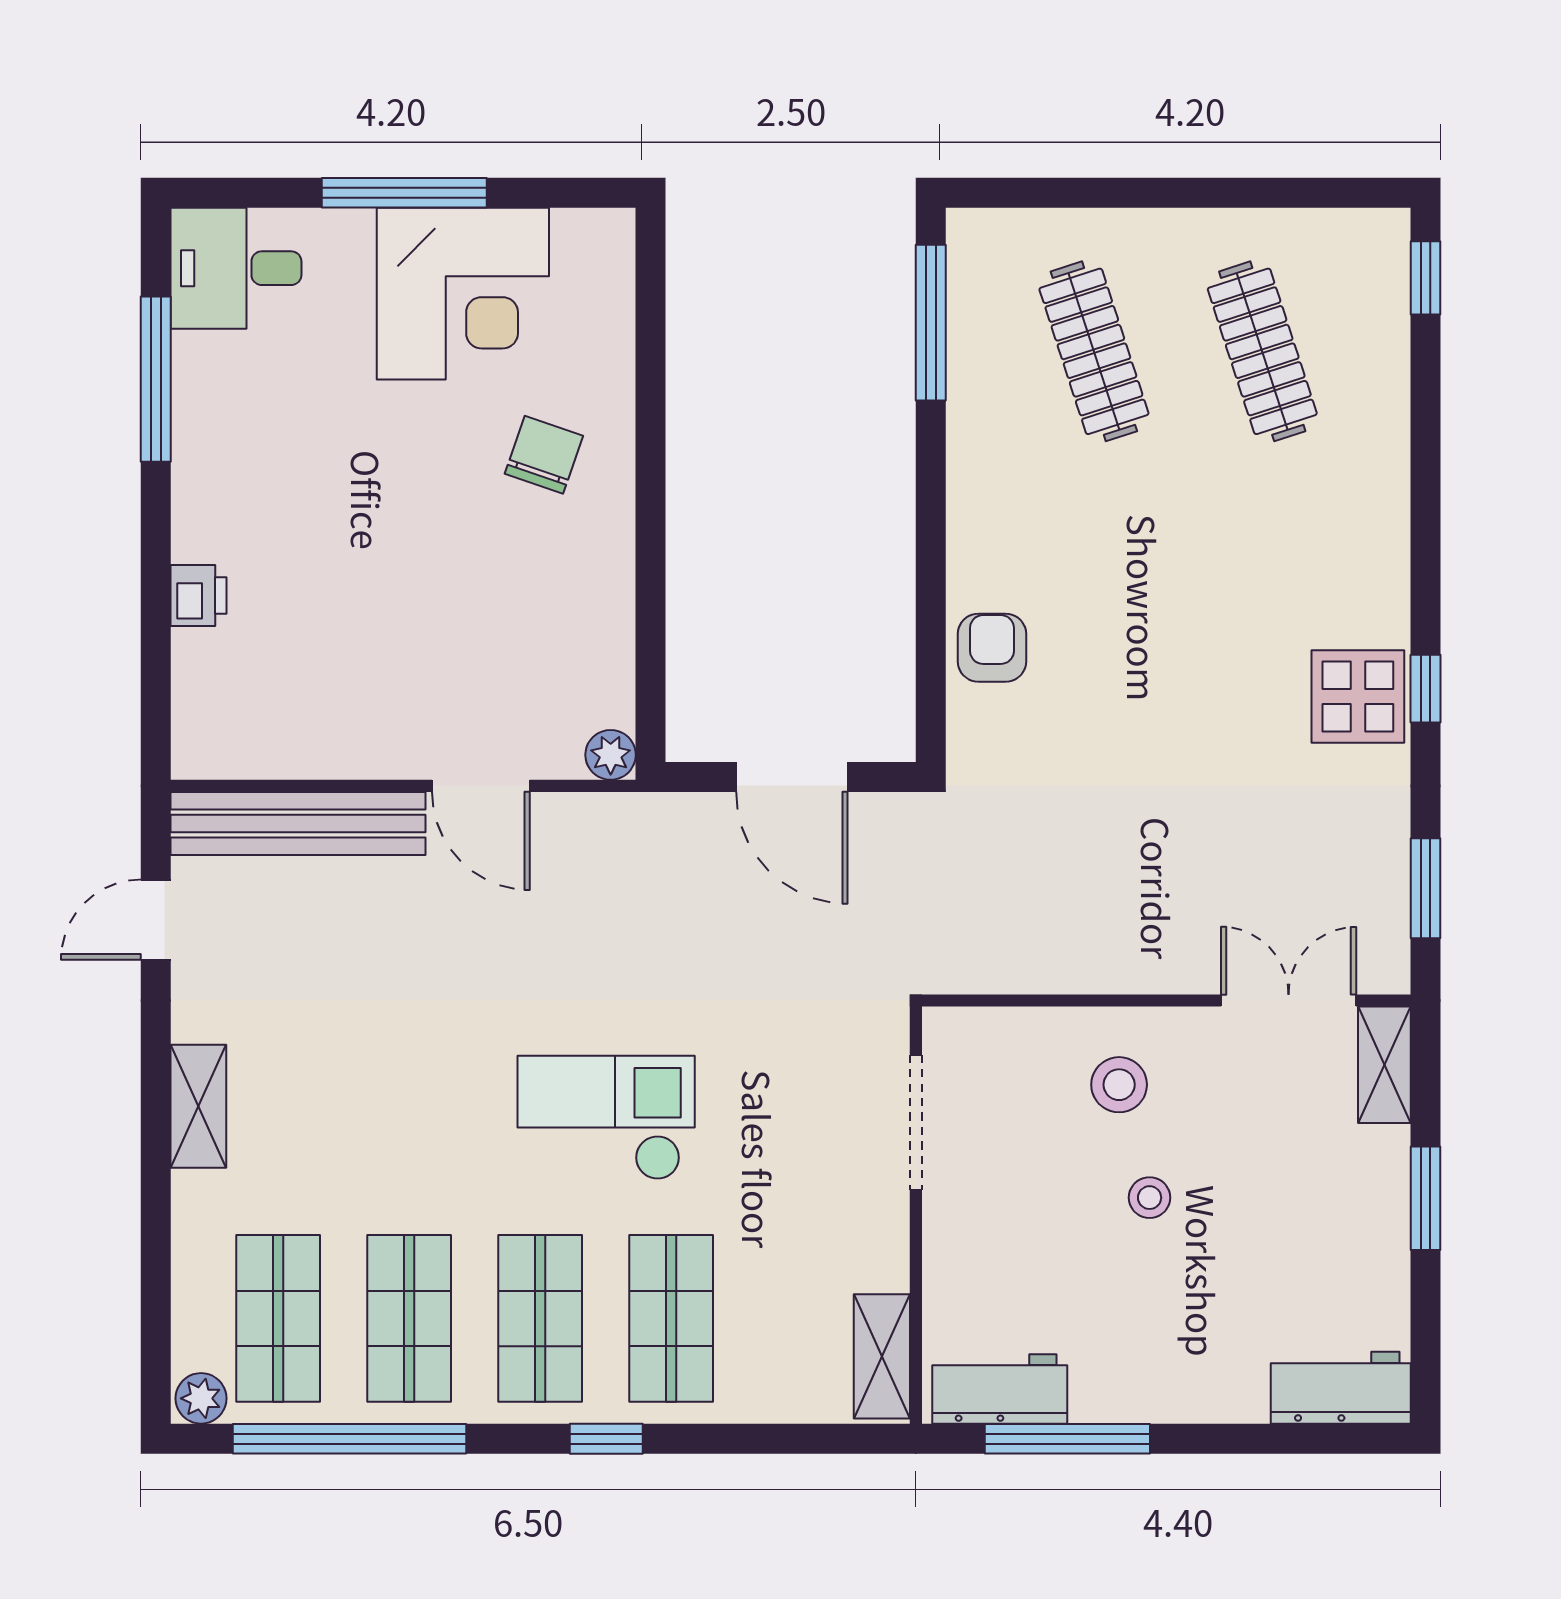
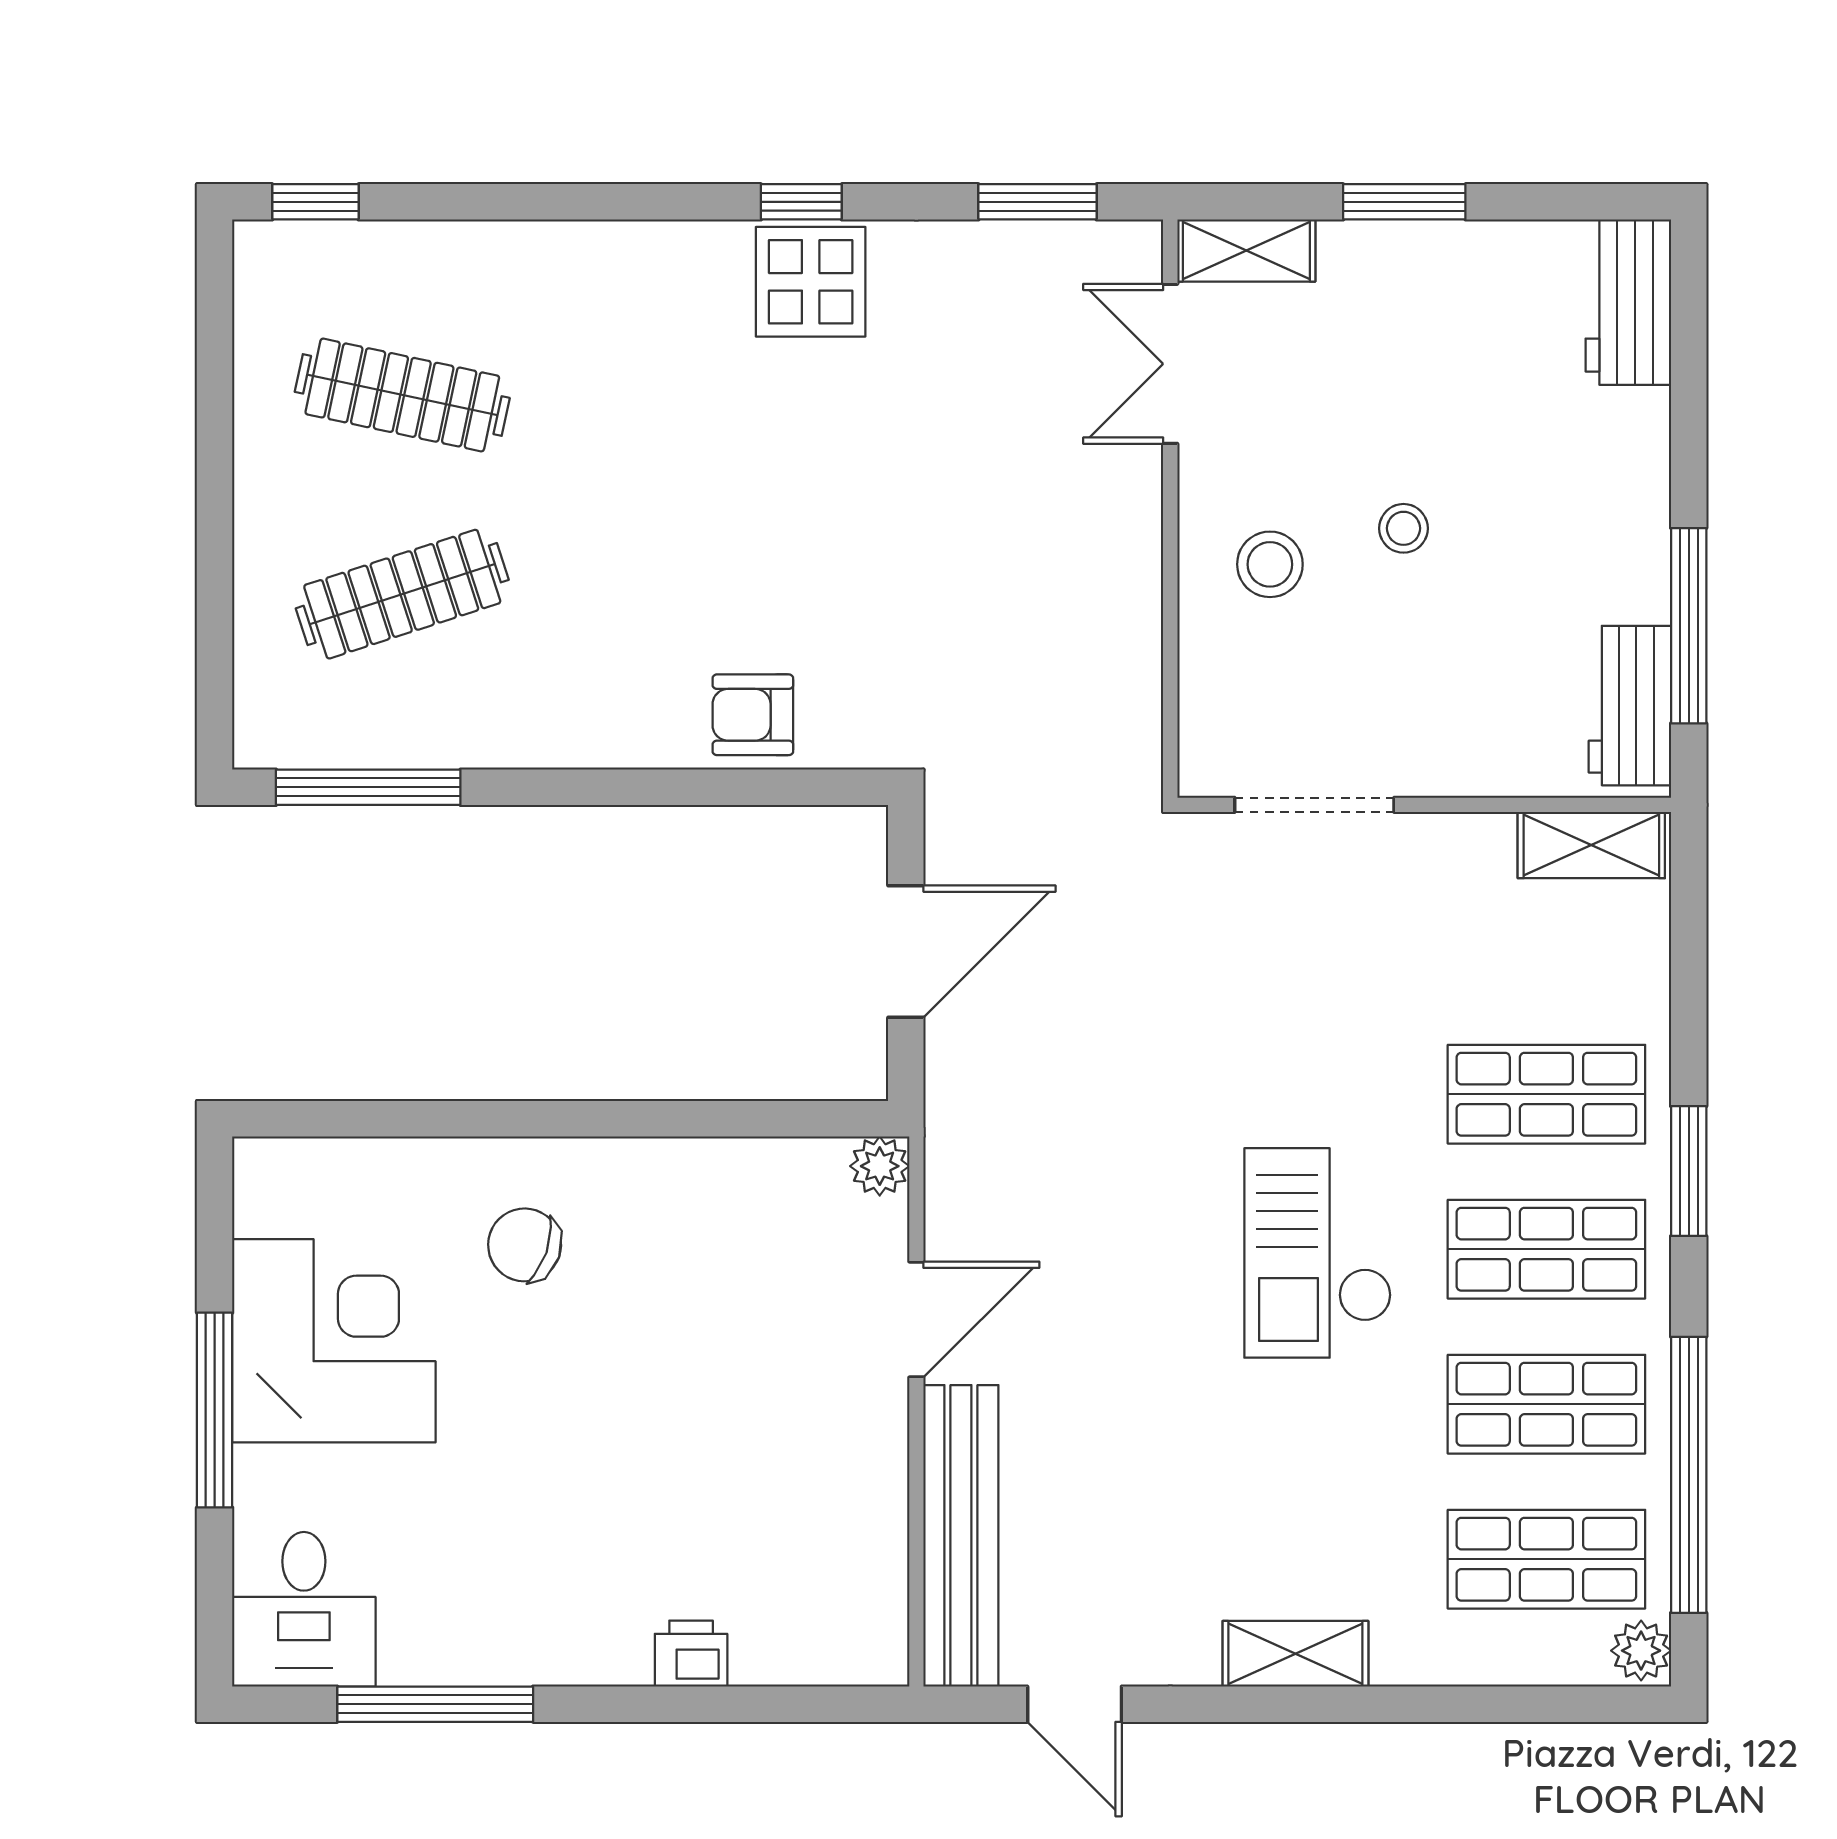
clothes rail: (1262, 351) -> (402, 395), turned 30
checkout: (606, 1118) -> (1318, 1253), moved
window: (606, 1439) -> (1689, 1171), width x1.50

